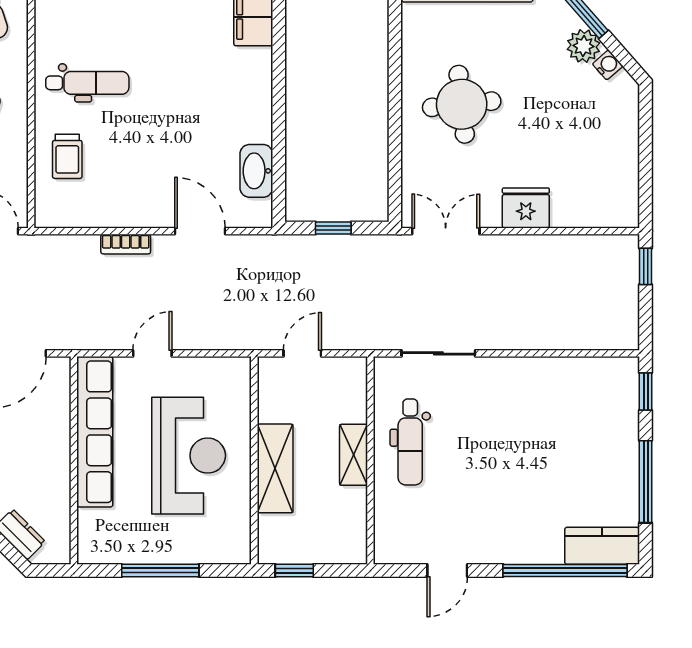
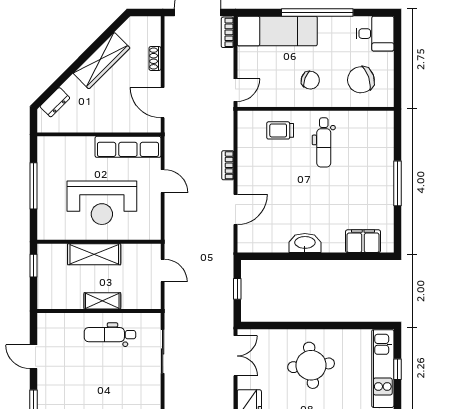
washbasin: (256, 171) -> (305, 243), moved
row of seats: (95, 432) -> (128, 147), width x0.73

